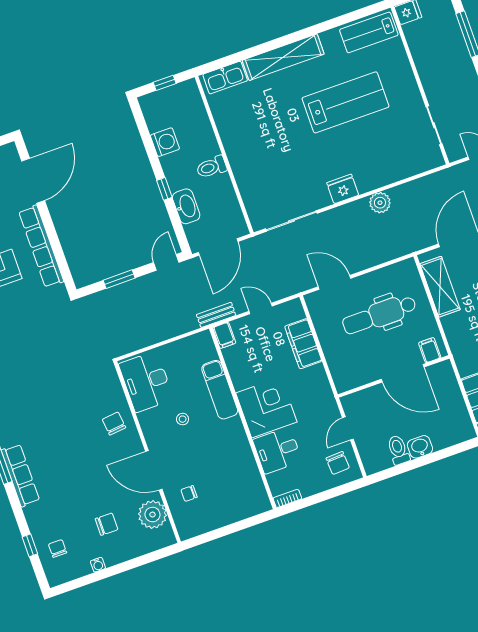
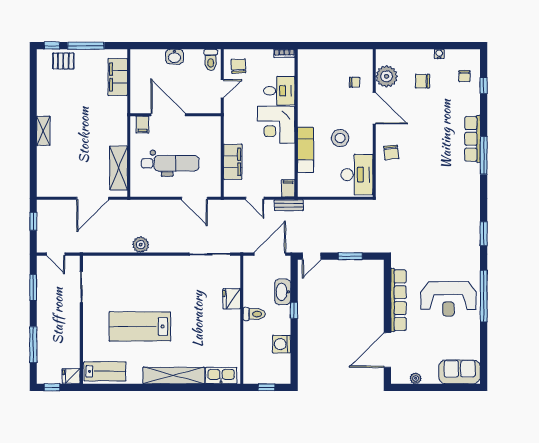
fridge: (343, 189) -> (232, 299), moved, turned 90
stool: (183, 419) -> (340, 138), width x1.89, depth x1.89
toilet: (398, 450) -> (211, 60), moved

